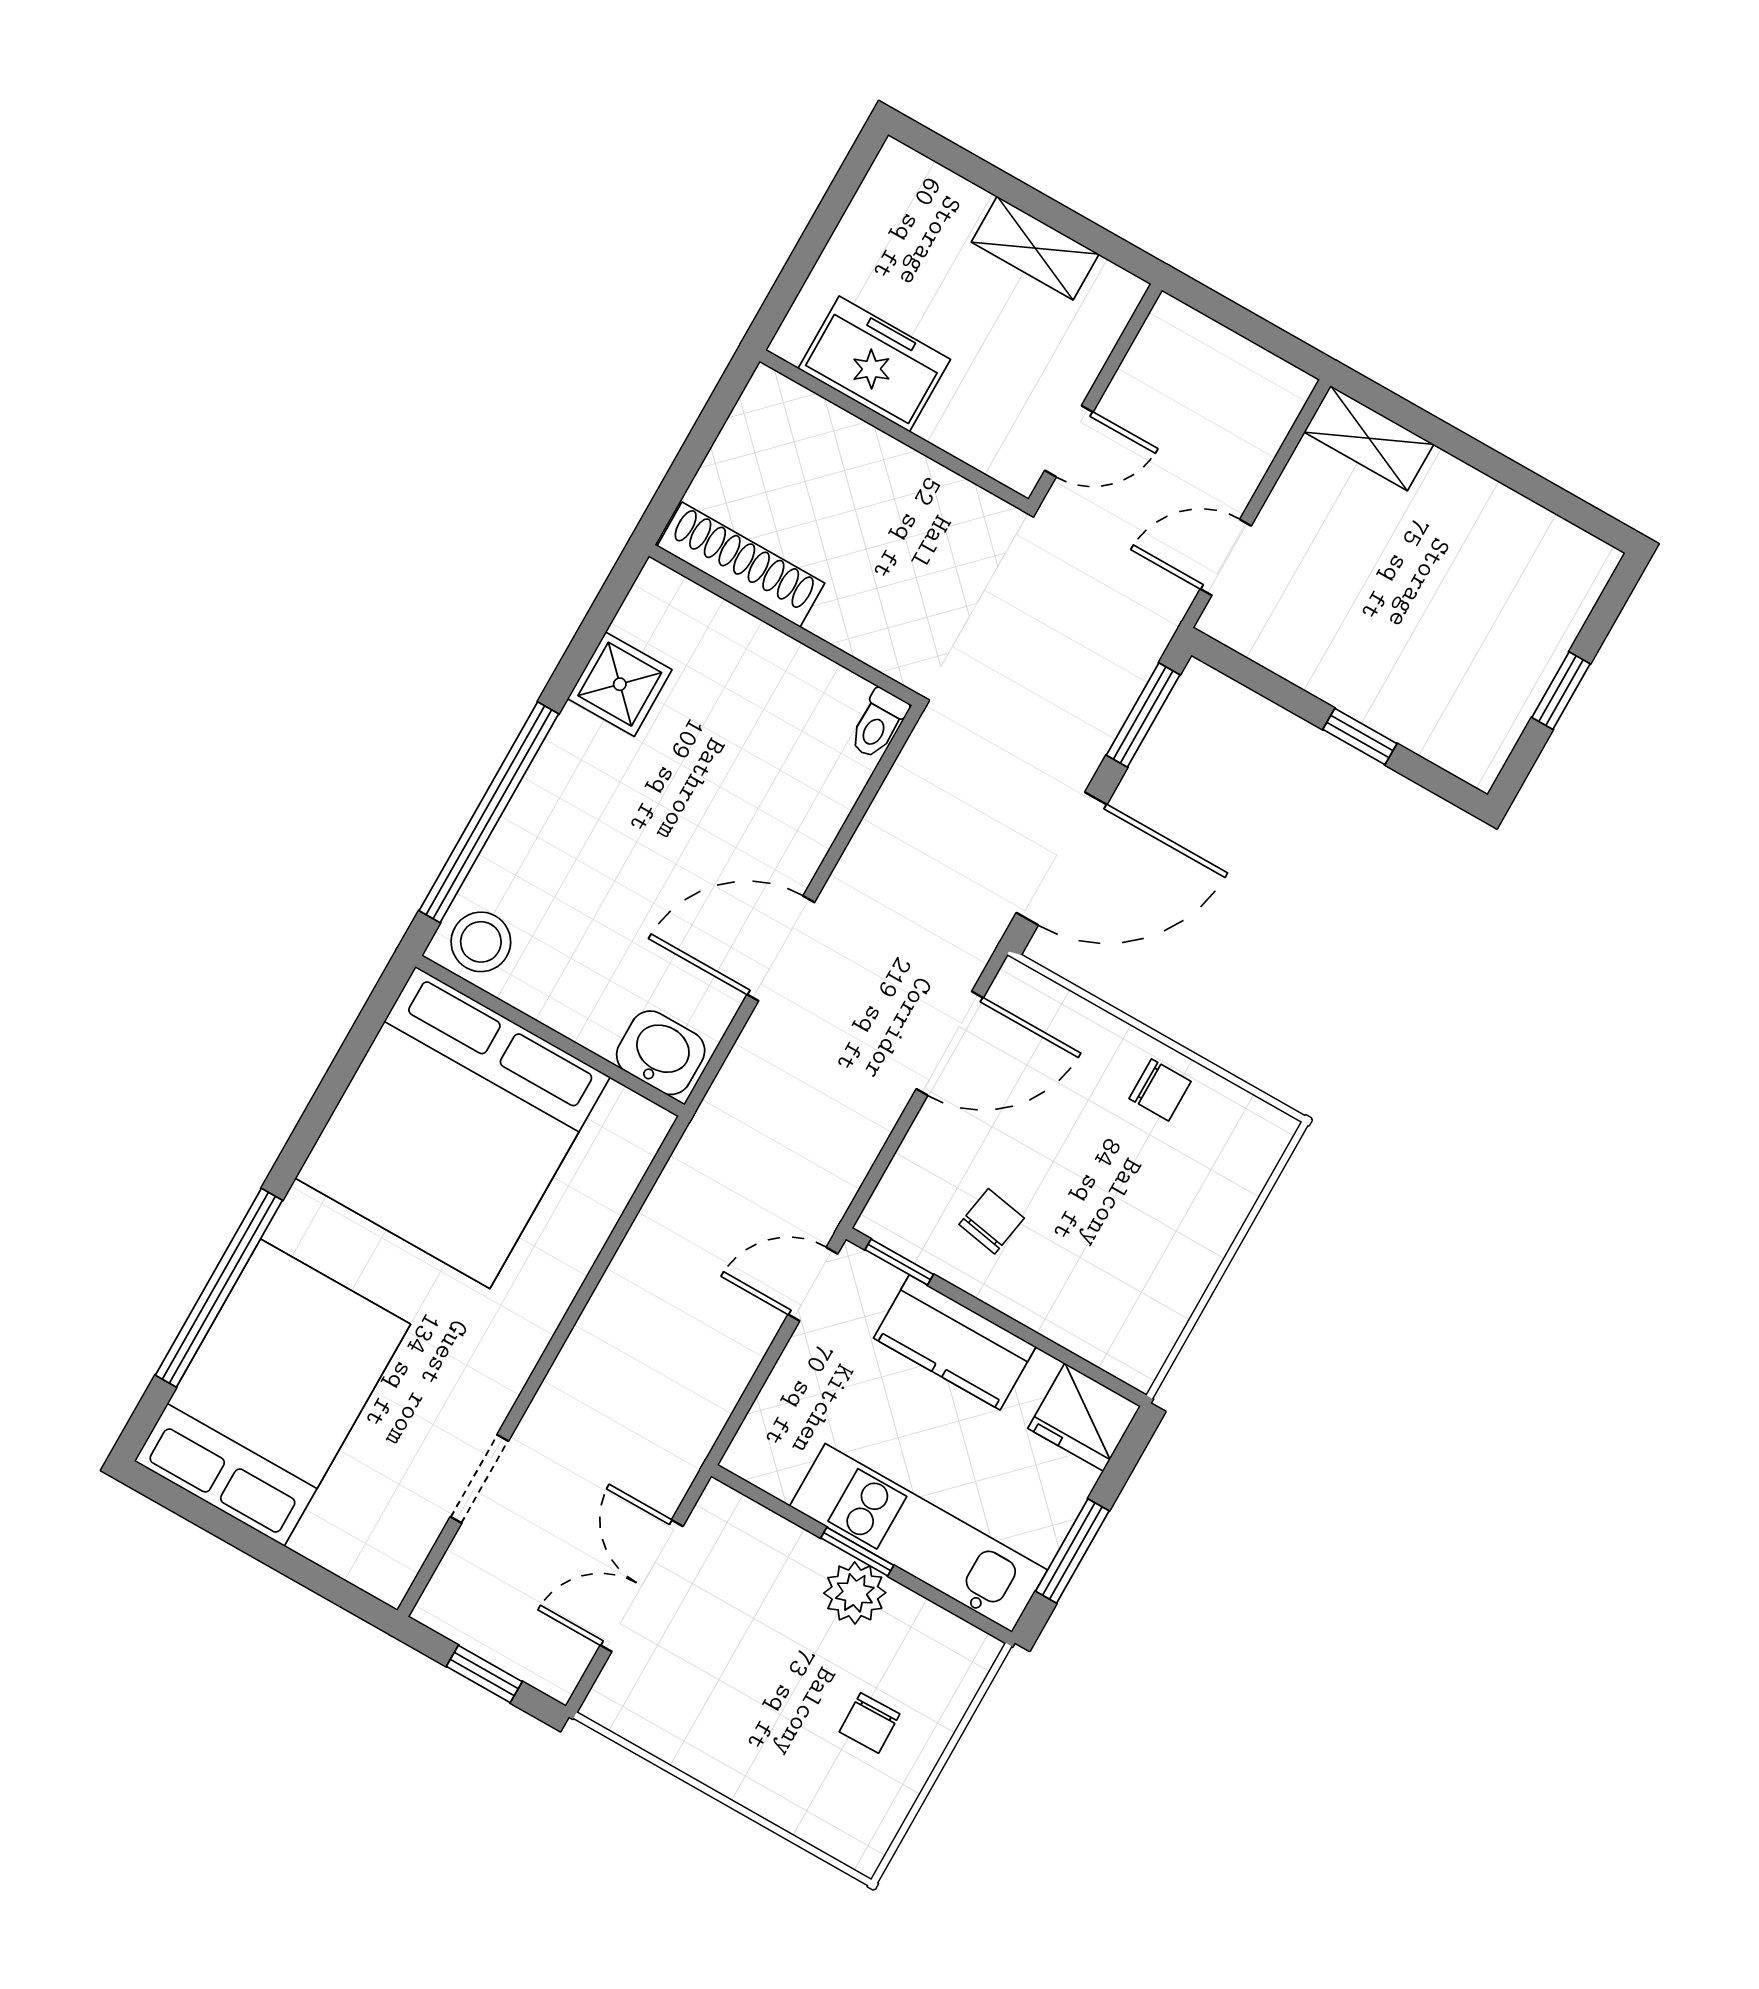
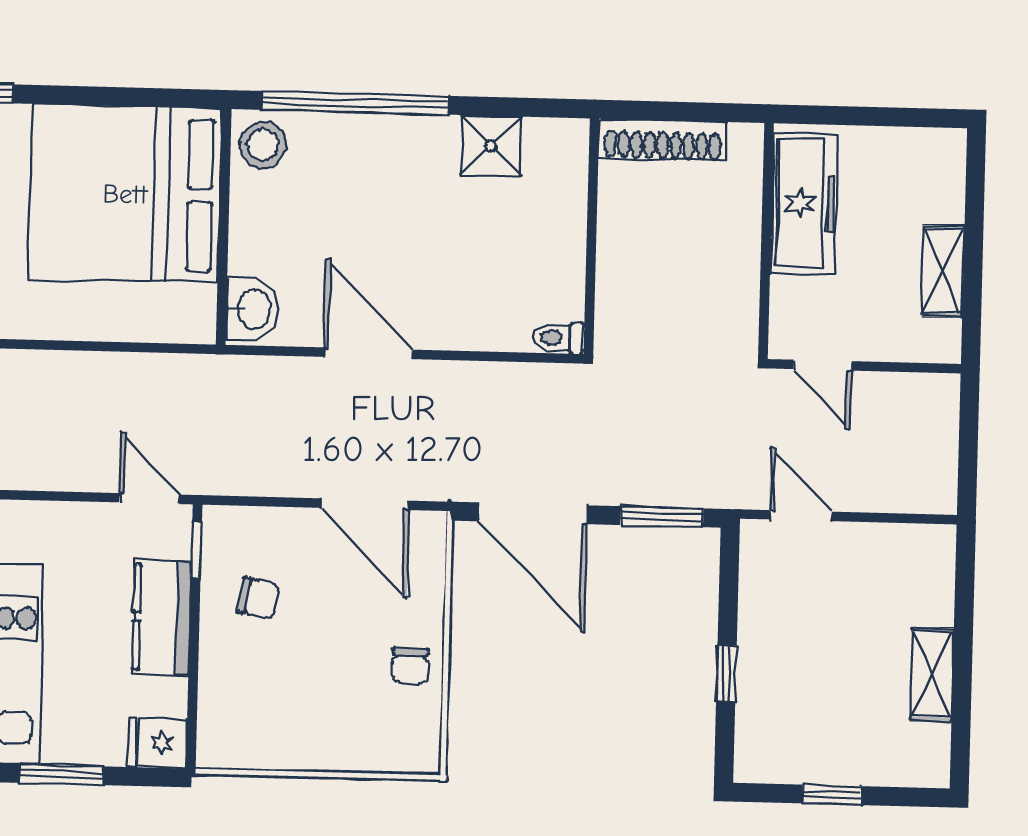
freezer: (874, 364) -> (804, 203), width x1.40
shelving: (1369, 438) -> (932, 674), moved
shoe rack: (741, 565) -> (663, 140), moved, turned 90
fridge: (1084, 1417) -> (157, 743), width x0.72

